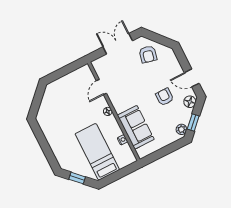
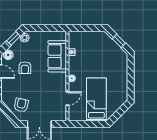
bed: (97, 152) -> (96, 100), moved, turned 180

